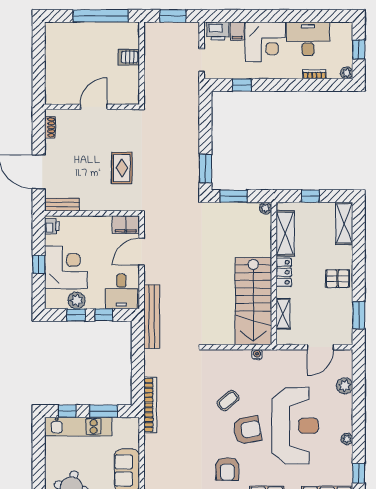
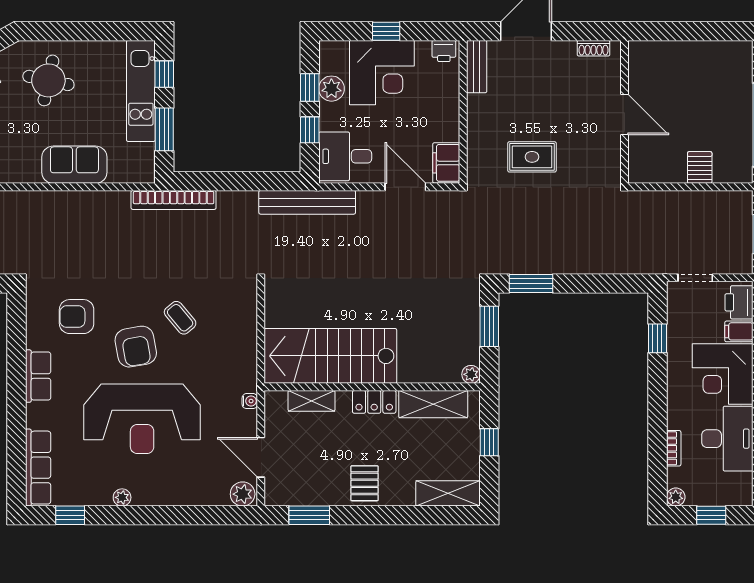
water cooler: (257, 354) -> (250, 401), moved
plant: (345, 386) -> (243, 494), moved

